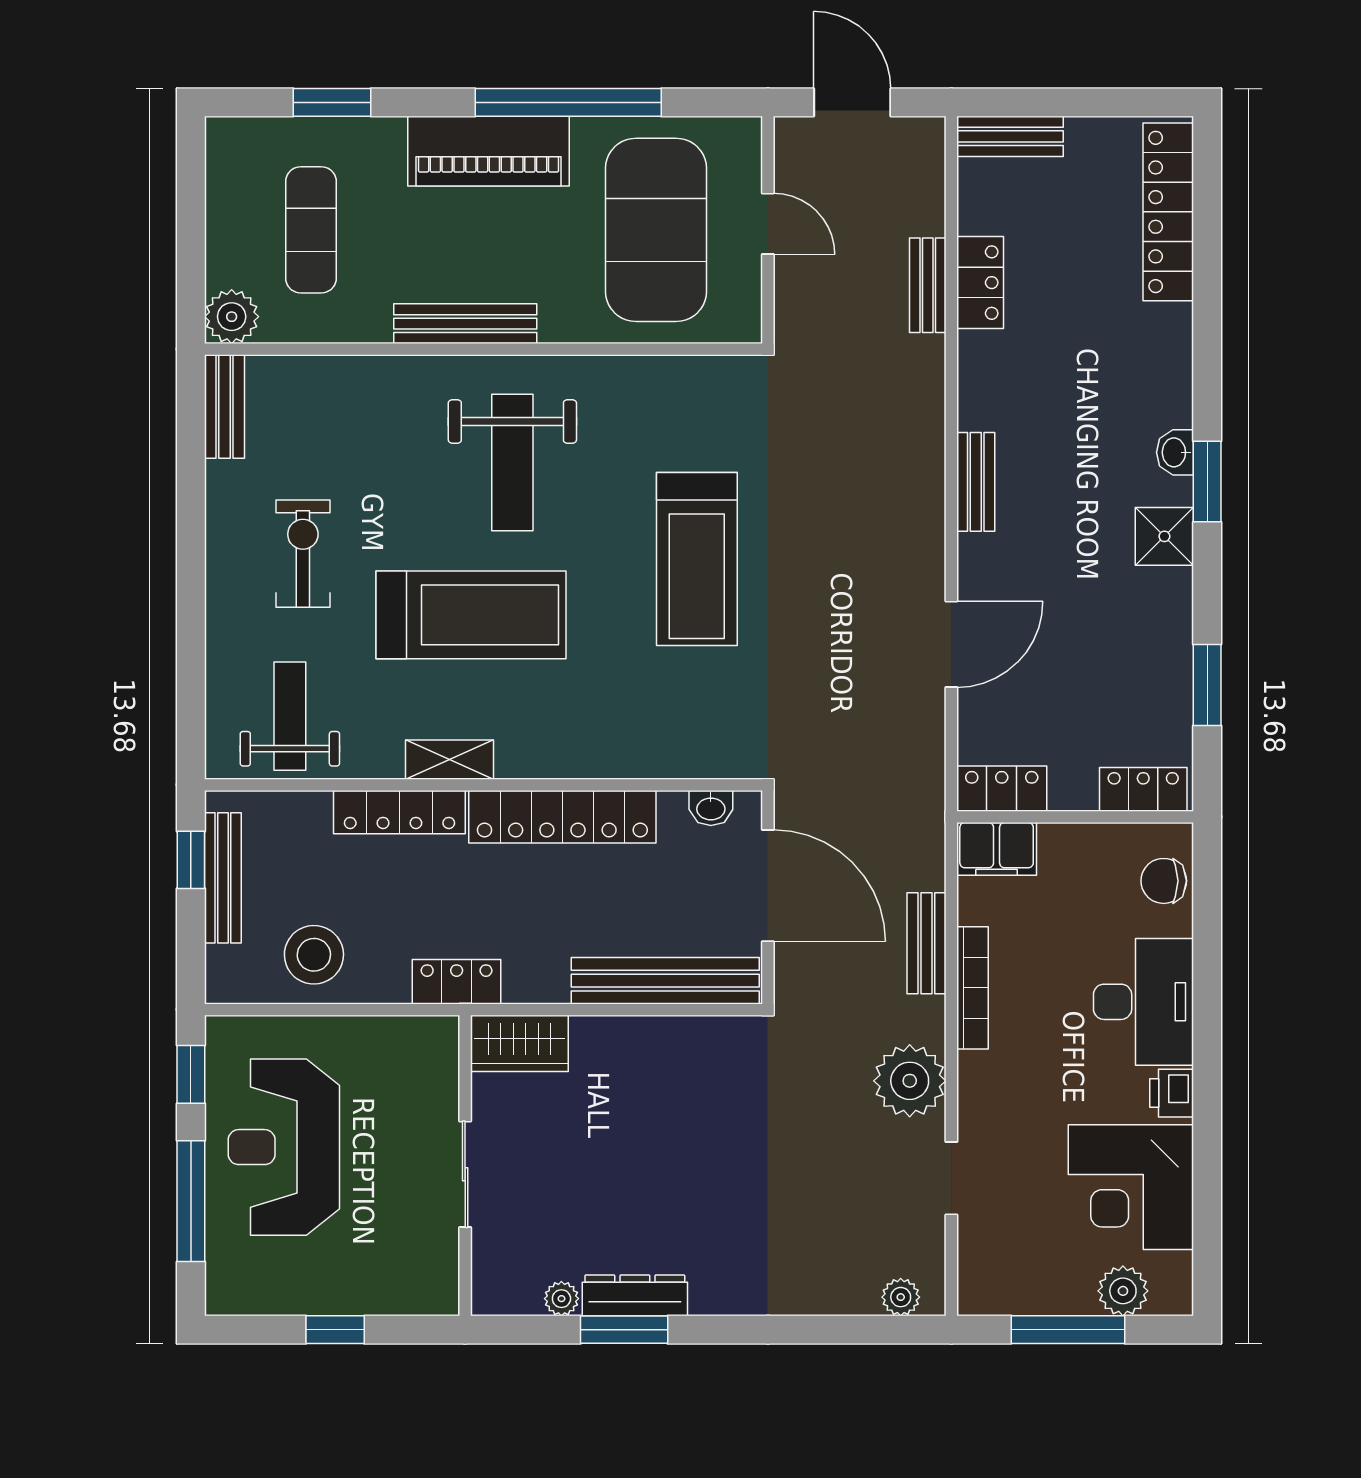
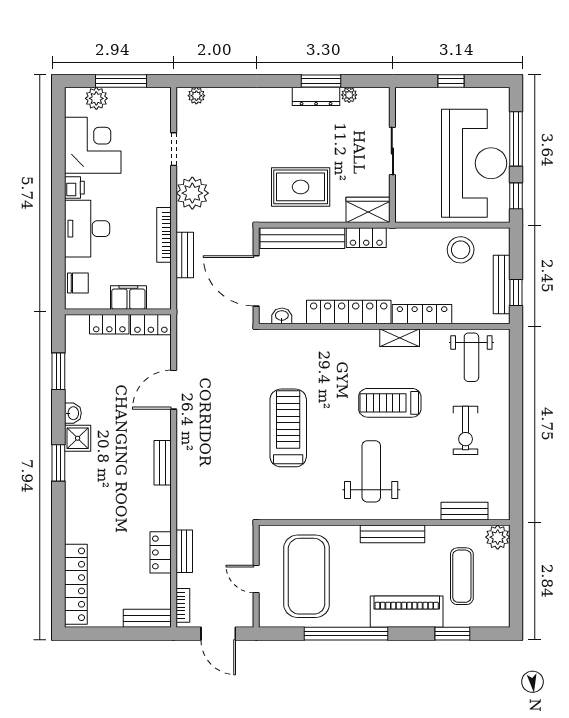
piano: (489, 151) -> (407, 612), moved
bookcase: (931, 165) -> (183, 605), added
bench: (225, 407) -> (464, 511), moved, turned 90
washbasin: (1175, 452) -> (73, 413), moved
treadmill: (471, 615) -> (390, 403), width x0.73, depth x0.73
locker: (1143, 789) -> (109, 324), moved
filing cabinet: (997, 849) -> (128, 297), moved
locker: (457, 982) -> (366, 238), moved
rug: (669, 1094) -> (301, 187), added
reception desk: (284, 1147) -> (474, 163), width x1.36, depth x1.30

